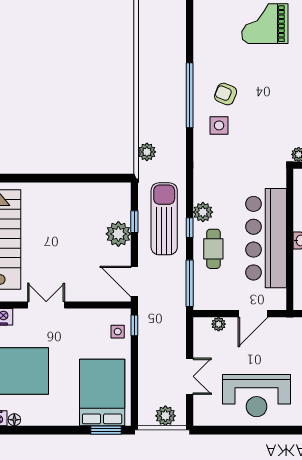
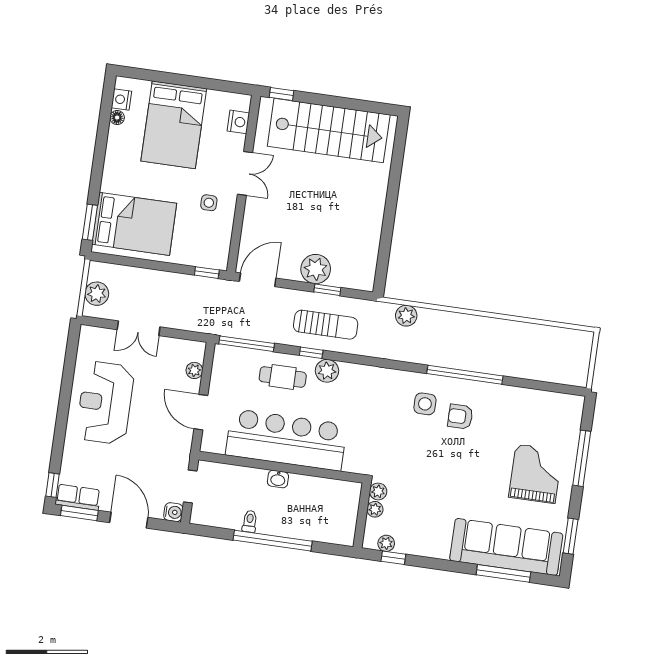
armchair: (226, 94) -> (460, 417), turned -112
sun lounger: (164, 219) -> (326, 325), width x0.73, depth x0.75
side table: (118, 332) -> (209, 203), moved

